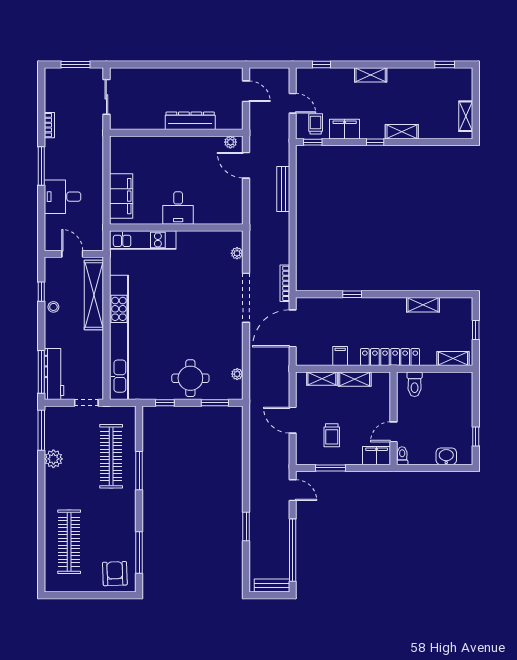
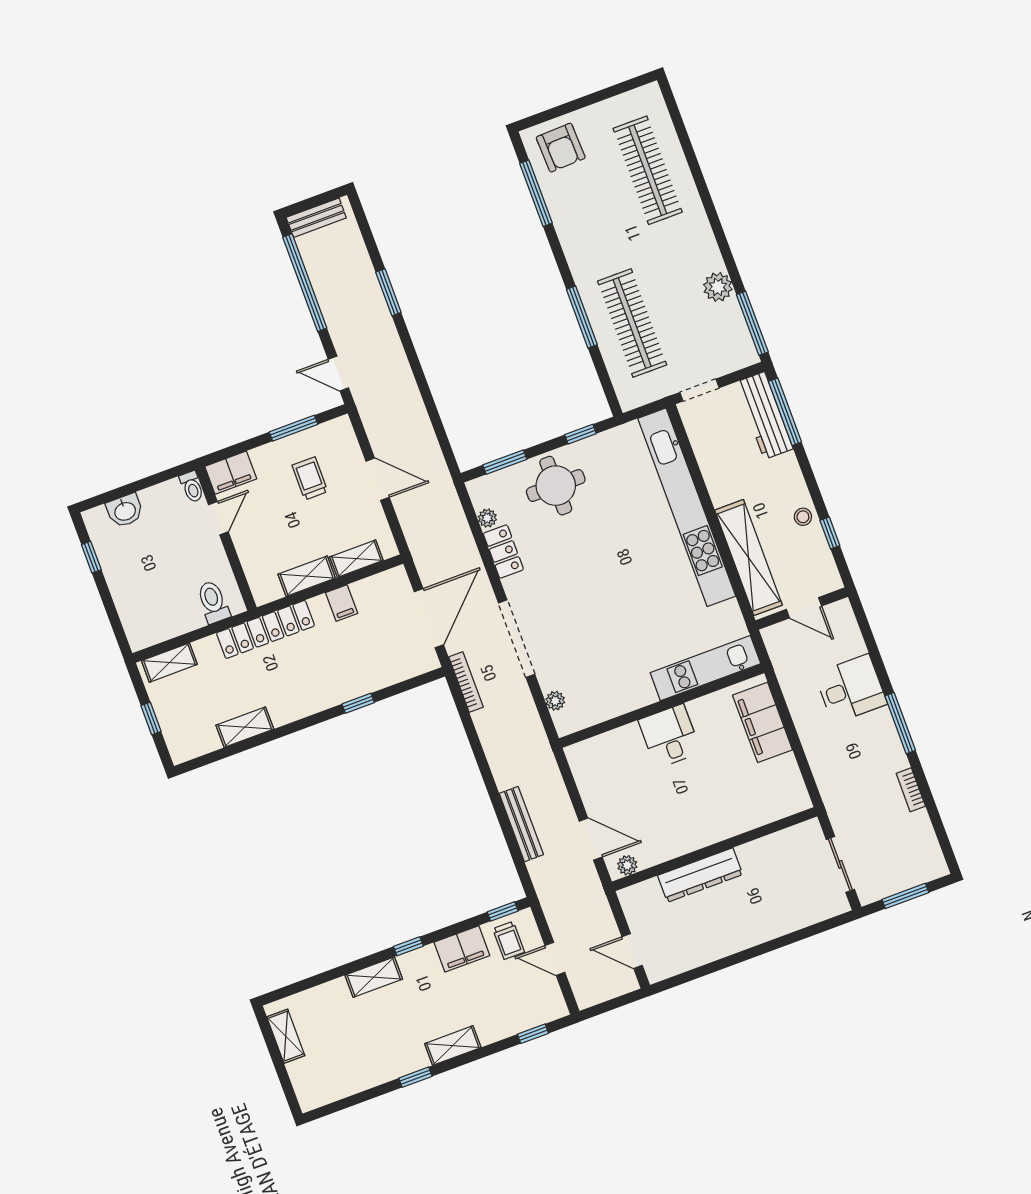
window: (445, 65) -> (415, 1077), moved
locker: (235, 351) -> (503, 551), added

